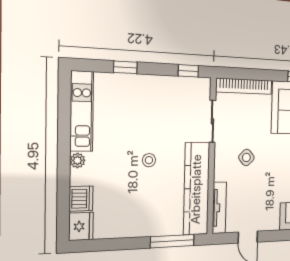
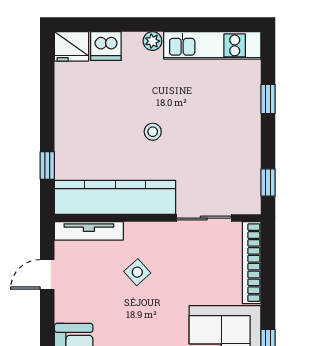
side table: (246, 157) -> (137, 272), moved
window: (172, 241) -> (47, 165), width x0.46

